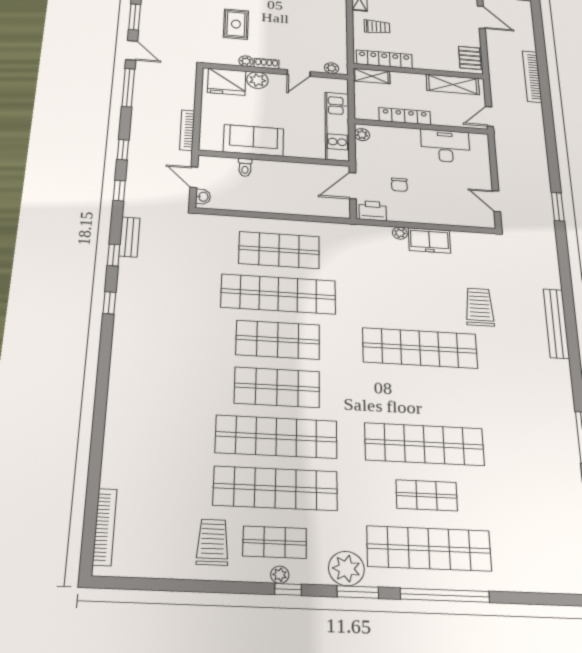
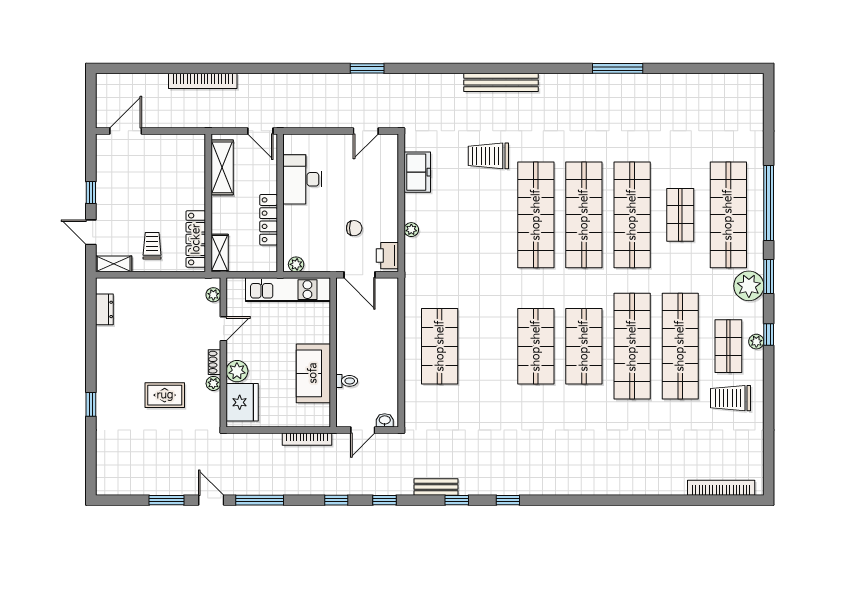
door: (132, 50) -> (211, 500), hinge flipped
pallet: (470, 58) -> (184, 147), removed
door: (299, 73) -> (223, 329), hinge flipped
freezer: (429, 240) -> (417, 172), moved
shop shelf: (278, 294) -> (584, 215), moved

